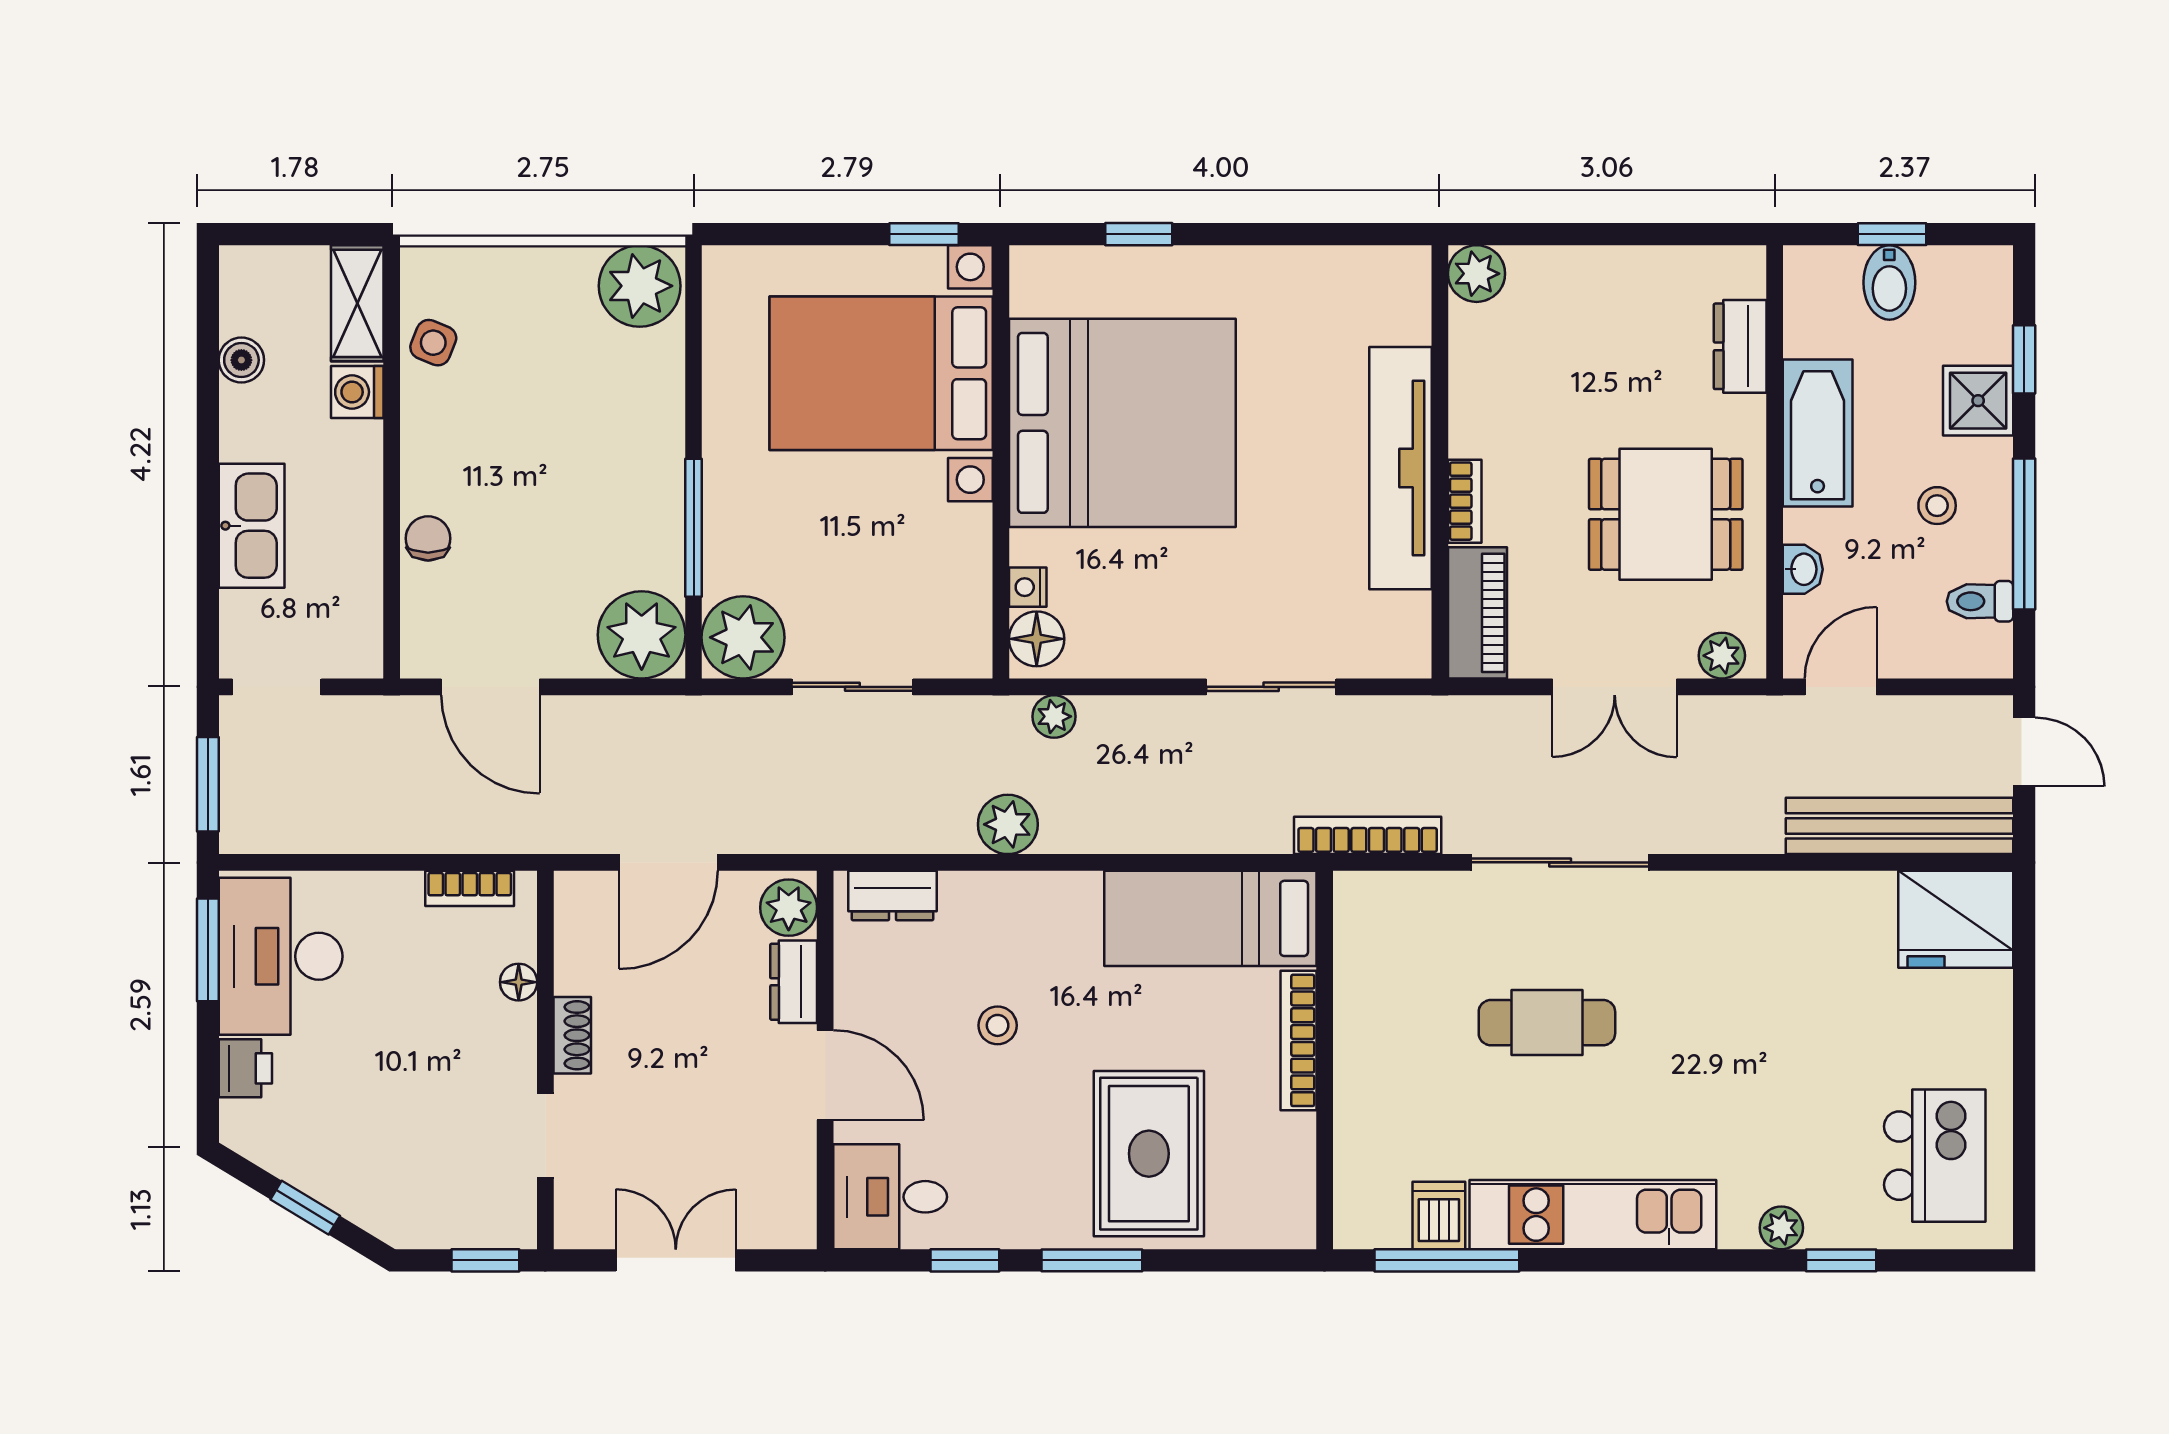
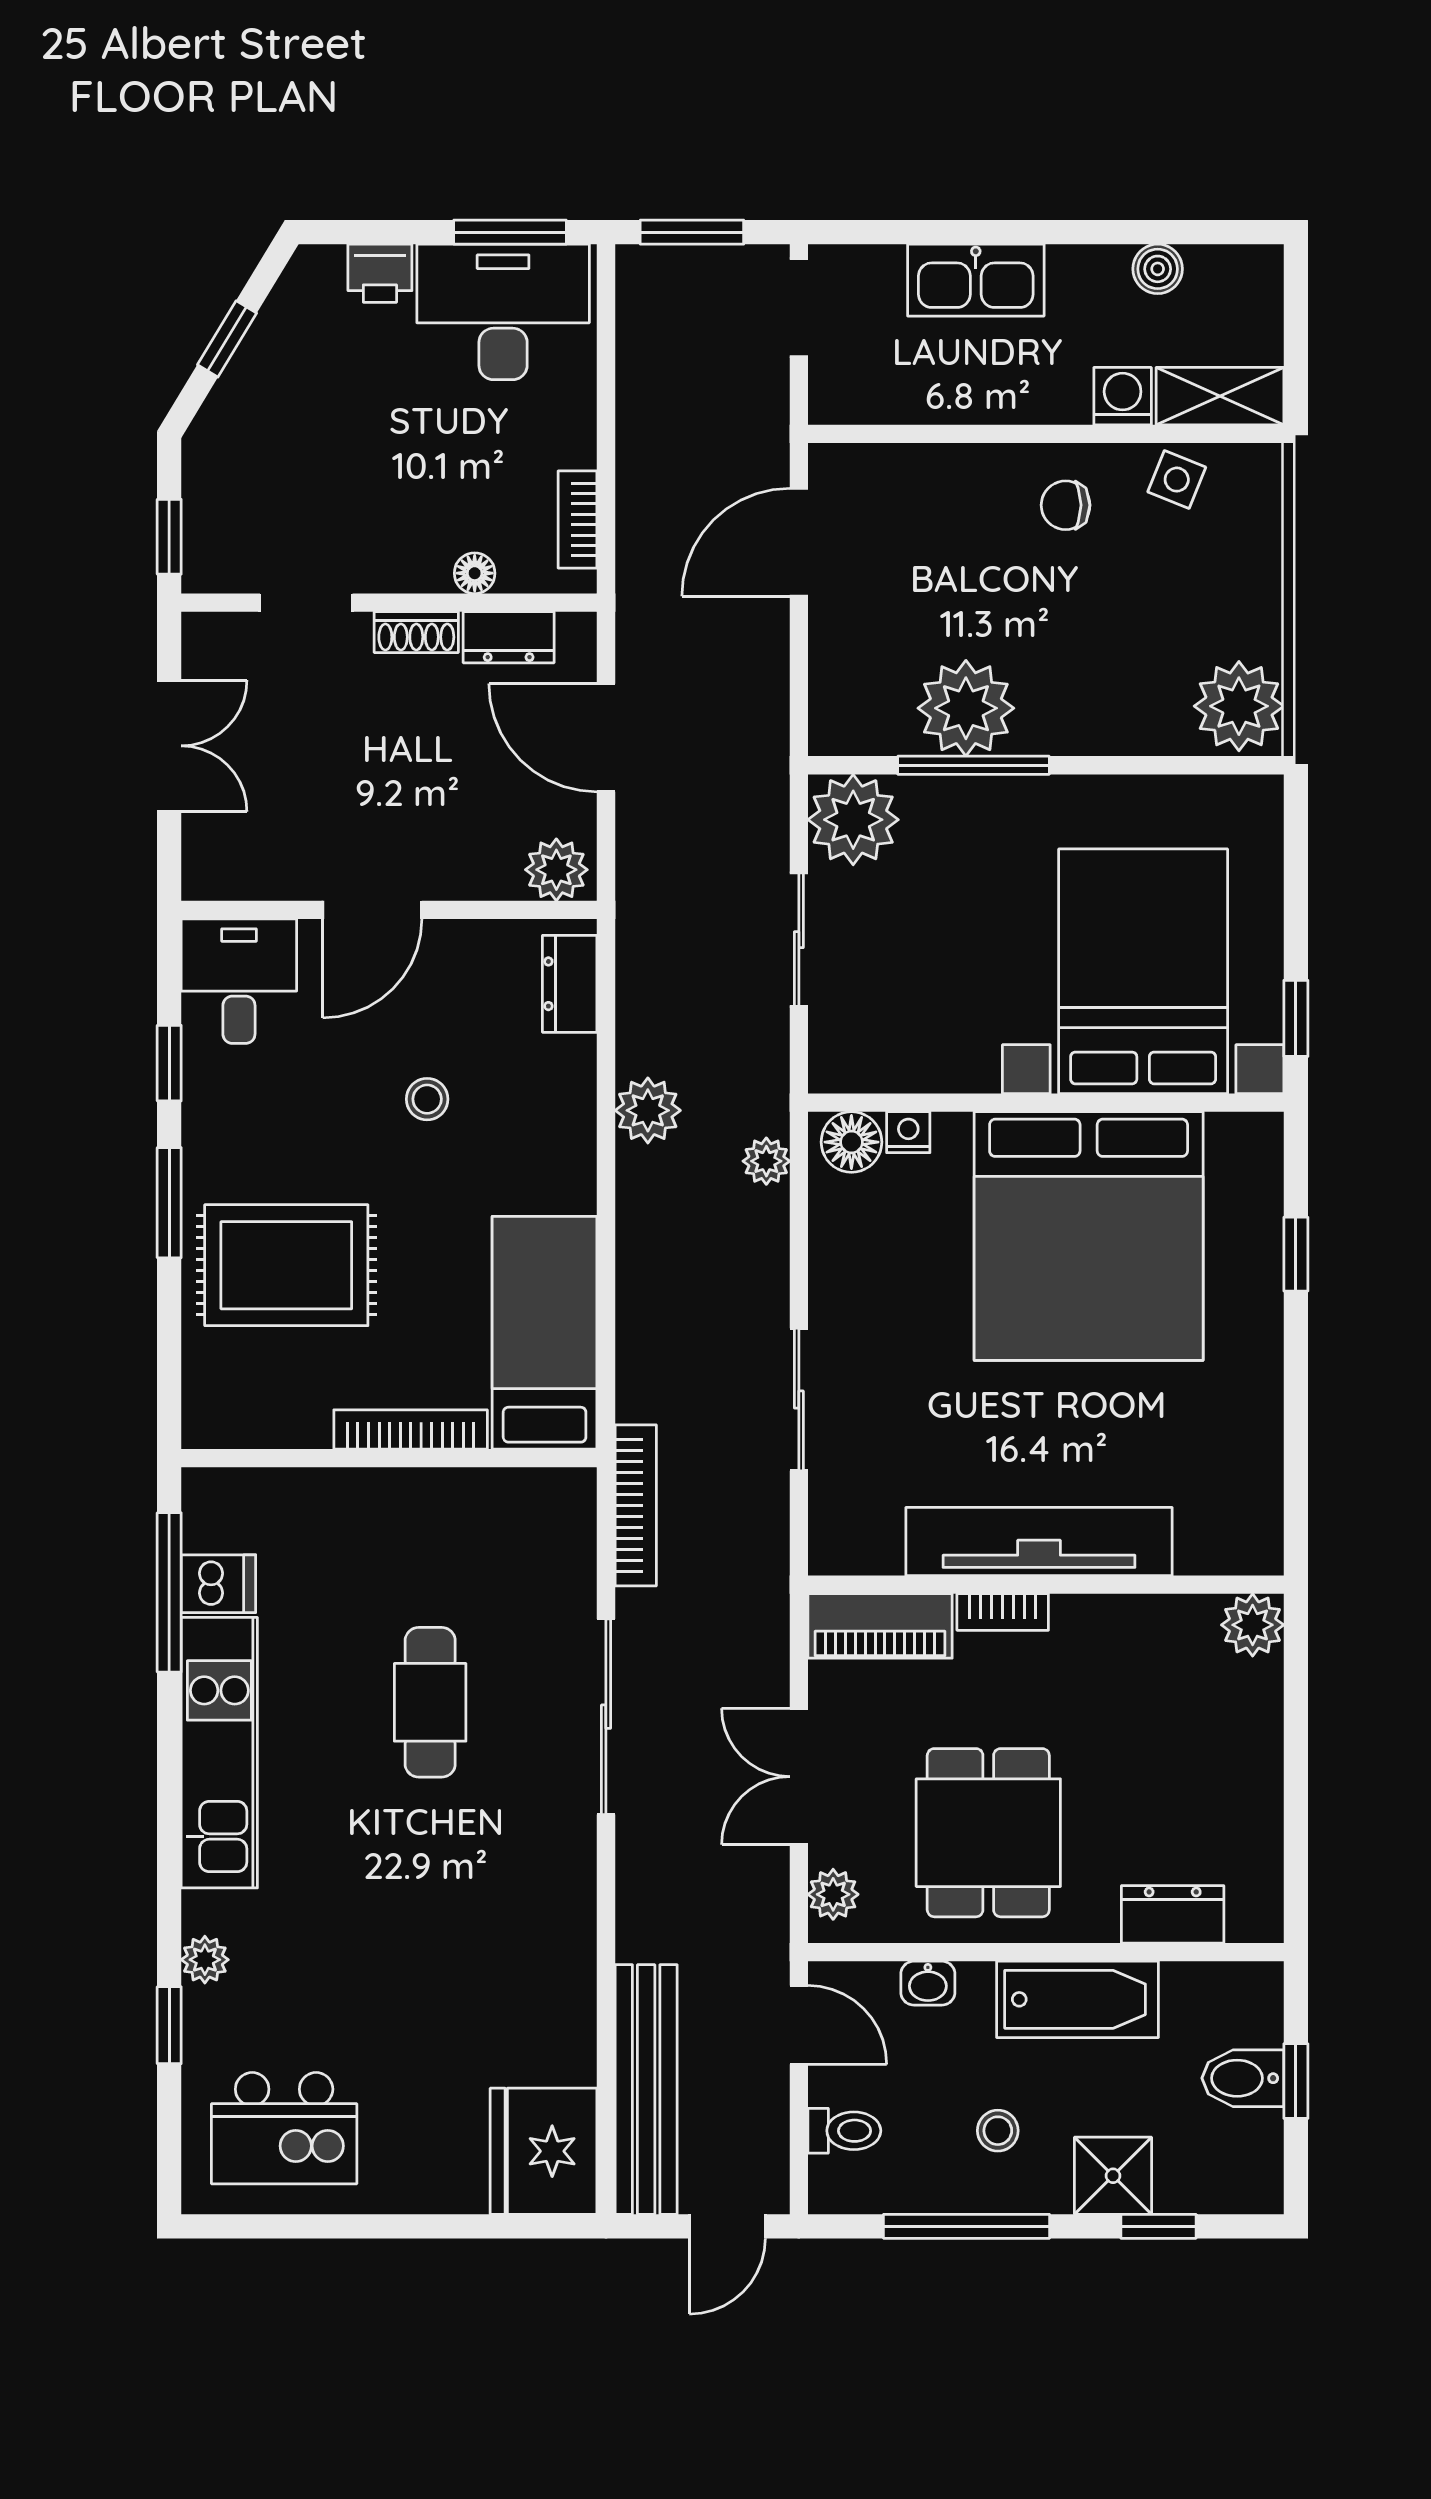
chair: (428, 538) -> (1066, 505), moved, turned 180
toilet: (1980, 601) -> (844, 2131), moved, turned 90
plant: (642, 635) -> (966, 708), moved
dresser: (794, 982) -> (509, 637), moved, turned 180

